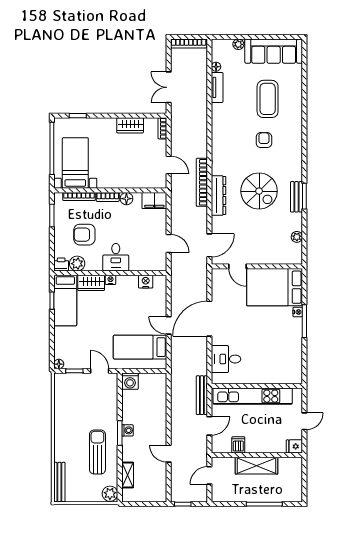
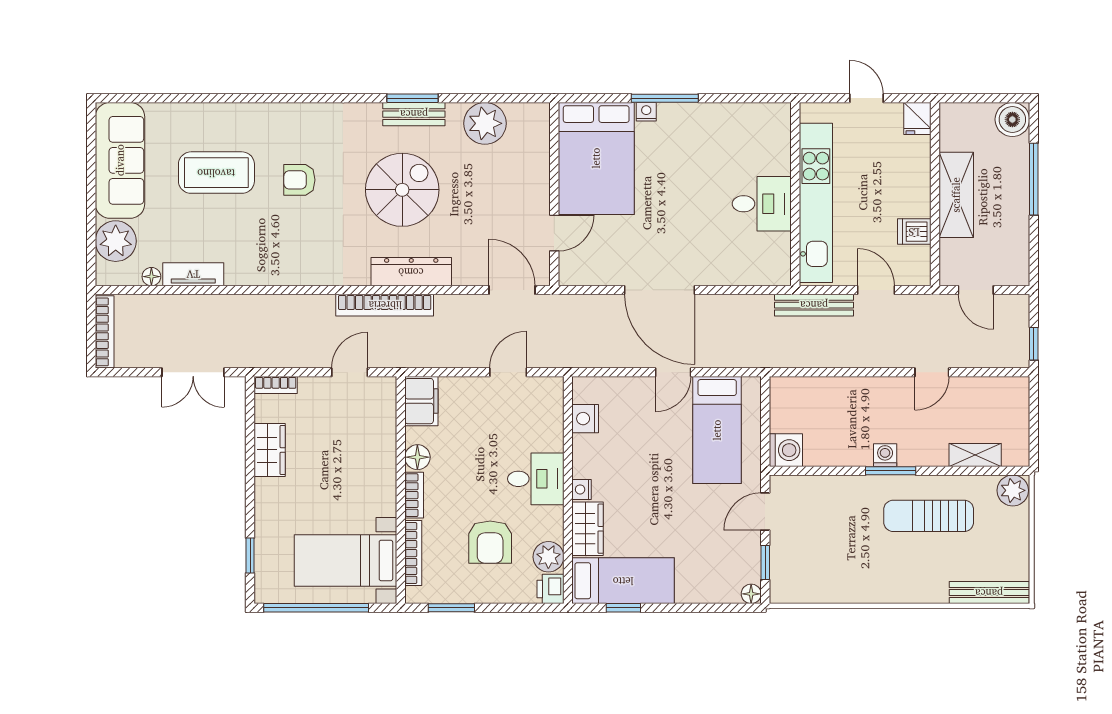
plant: (238, 44) -> (116, 241), width x1.87, depth x1.87
plant: (297, 237) -> (485, 123), width x1.87, depth x1.87
desk: (226, 359) -> (762, 204), moved, turned -90
boiler: (294, 493) -> (1012, 119), added

